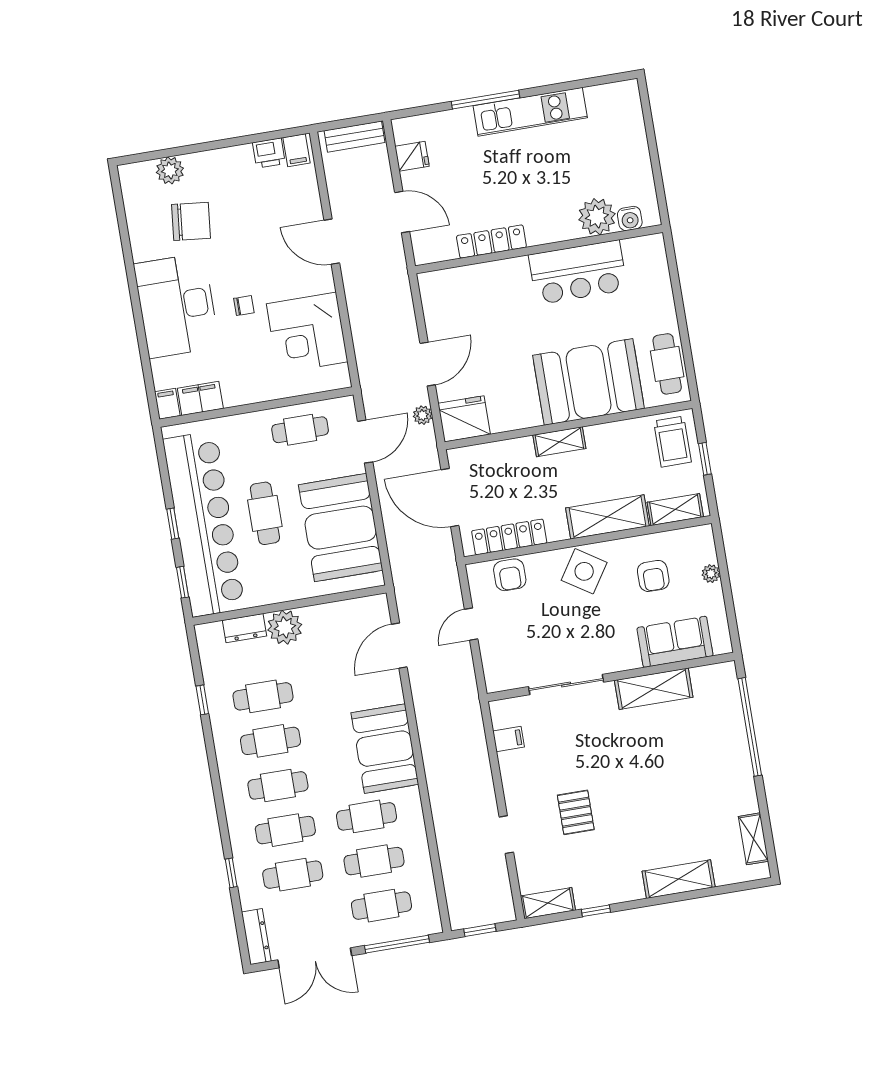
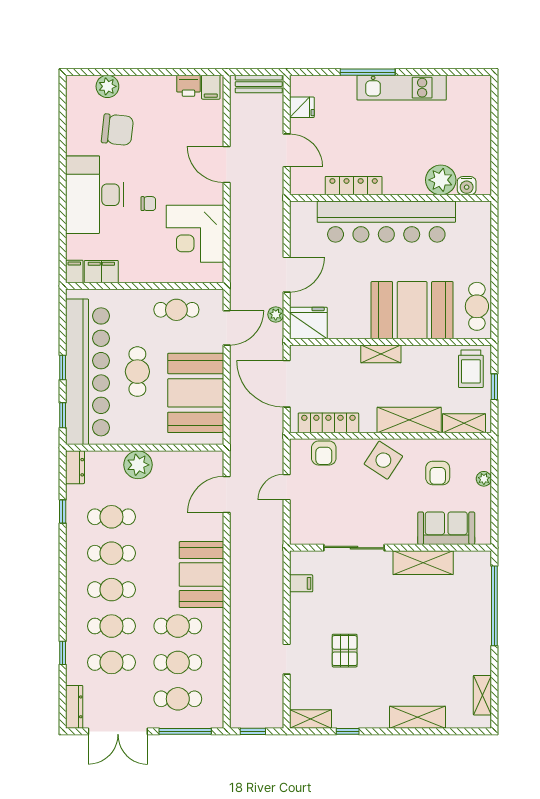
bar counter: (578, 272) -> (386, 222), width x1.86
dresser: (244, 628) -> (75, 467), moved, turned -90

